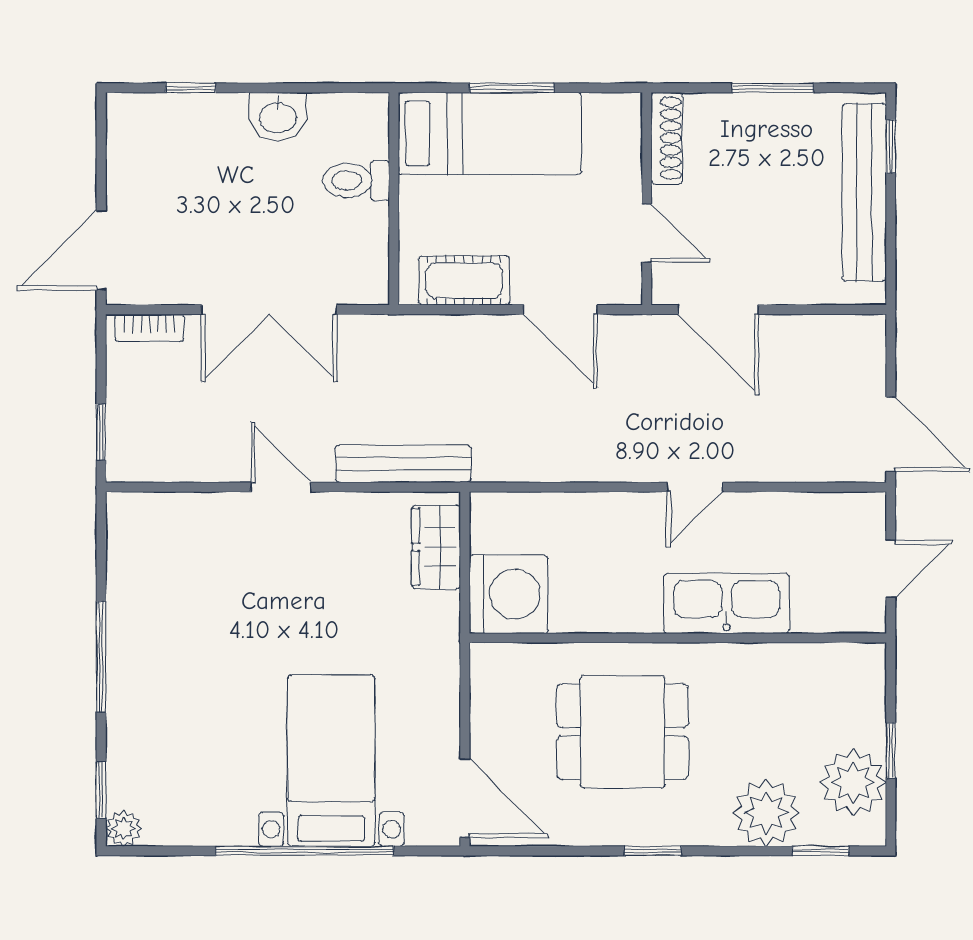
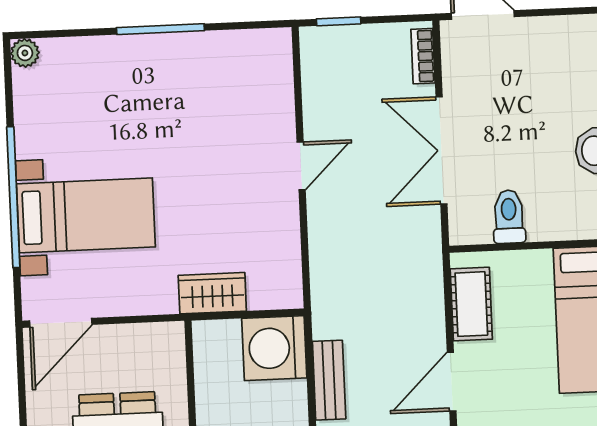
toilet: (356, 181) -> (509, 217), moved
bench: (403, 464) -> (329, 380), moved, width x0.73
wardrobe: (436, 547) -> (212, 293), moved
washing machine: (509, 594) -> (274, 348), moved, turned 90
window: (101, 790) -> (55, 34), removed

